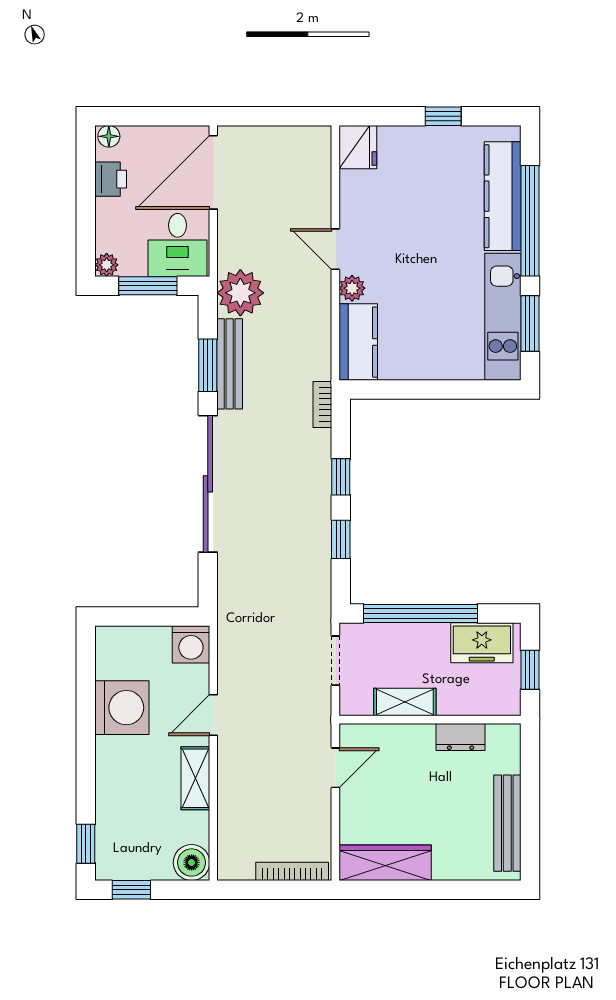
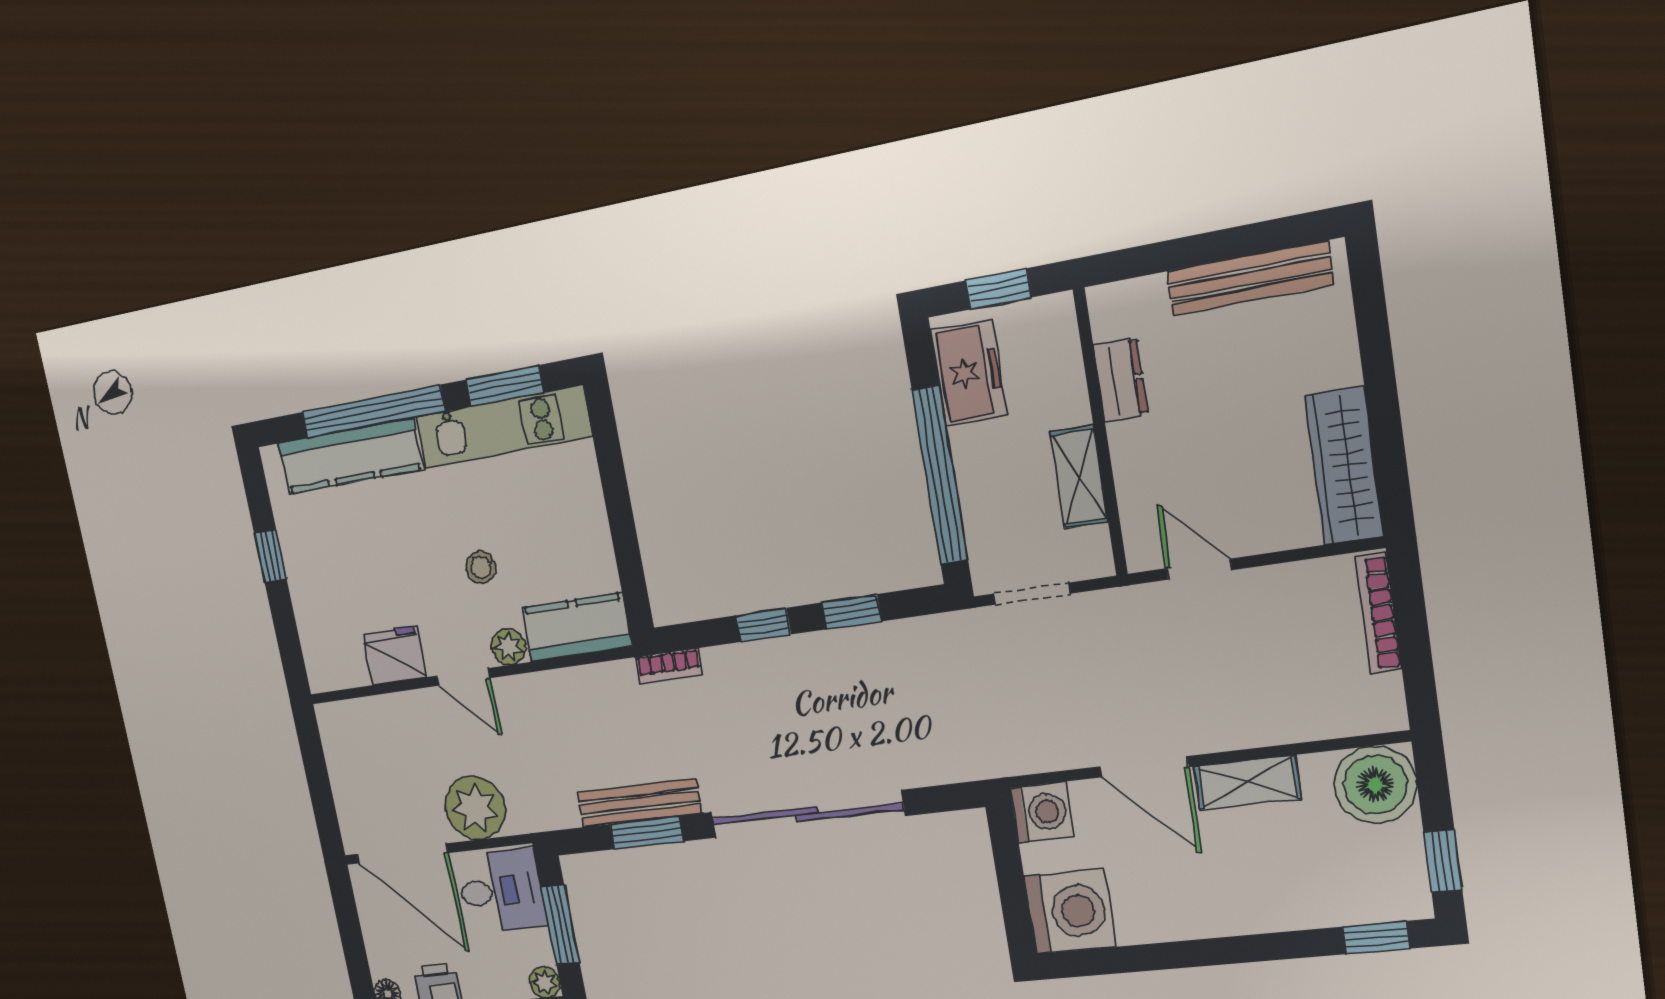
fridge: (358, 147) -> (395, 656), moved
door: (335, 249) -> (463, 677), hinge flipped
stool: (410, 279) -> (481, 567), added
plant: (240, 293) -> (475, 808), moved
washing machine: (122, 708) -> (1070, 911), moved, turned 90
door: (213, 715) -> (1144, 767), width x1.38
boiler: (192, 863) -> (1375, 785), width x1.37, depth x1.37

